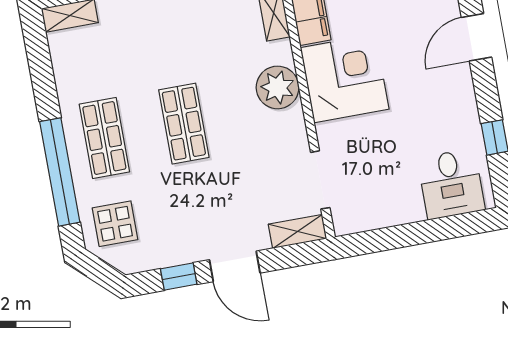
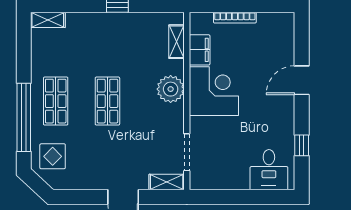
window: (179, 277) -> (87, 197), removed

